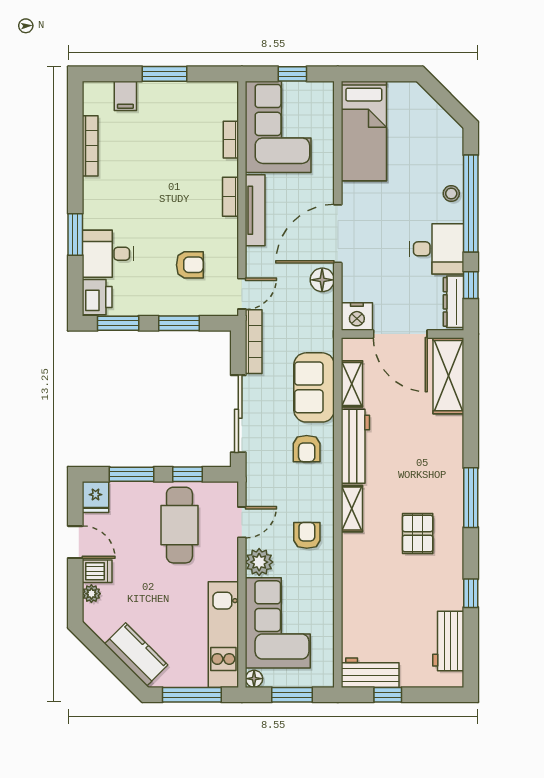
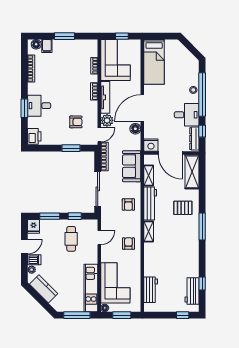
floor lamp: (101, 92) -> (36, 44), added
desk: (108, 254) -> (39, 106), moved
window: (118, 323) -> (44, 148), removed
sofa: (314, 387) -> (132, 166), moved
cafe table: (179, 525) -> (71, 239), width x0.73, depth x0.74
pallet: (418, 533) -> (183, 208), moved, turned 90
door: (75, 542) -> (24, 247), hinge flipped
plant: (259, 562) -> (107, 120), moved
window: (471, 593) -> (202, 283), moved
kitchen counter: (136, 654) -> (44, 289), moved
workbench: (370, 673) -> (151, 290), moved, turned 90
window: (388, 695) -> (183, 315), moved

